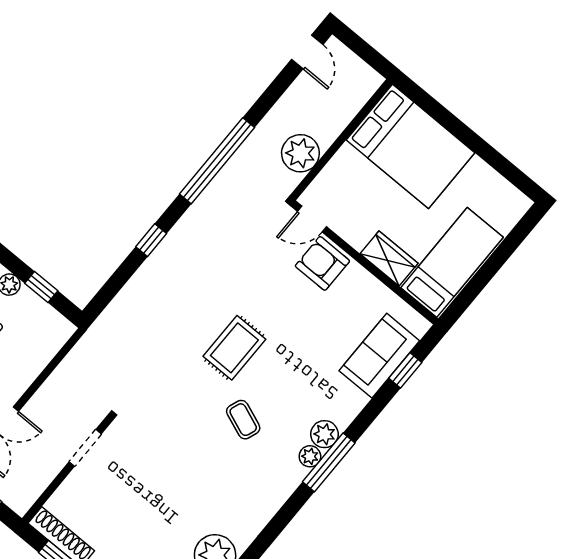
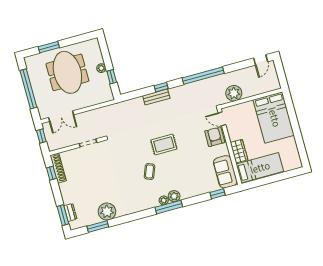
bench: (155, 266) -> (156, 97), added
sofa: (379, 356) -> (225, 172), moved, turned -90

